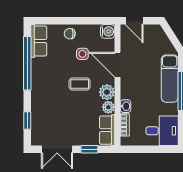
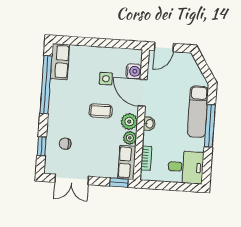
door: (134, 21) -> (164, 47), hinge flipped
water cooler: (108, 31) -> (134, 71), moved
chair: (70, 34) -> (65, 144), moved
washbasin: (126, 106) -> (149, 124), moved
window: (89, 149) -> (119, 183), moved

